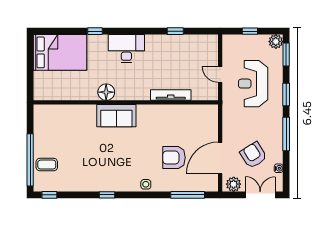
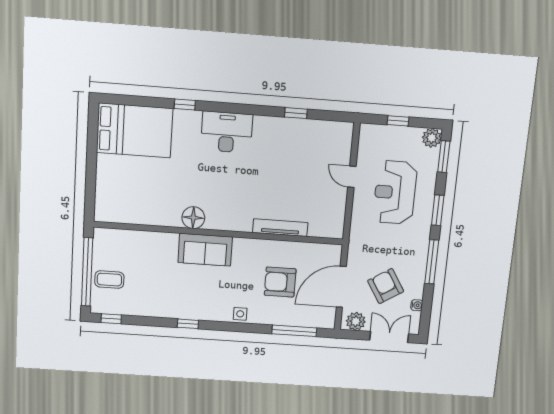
floor lamp: (106, 92) -> (193, 218), moved
tv unit: (171, 95) -> (280, 228), moved
wall: (126, 102) -> (219, 233), moved
sofa: (116, 116) -> (205, 250), moved

